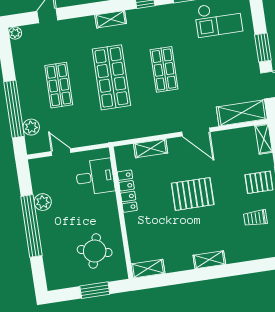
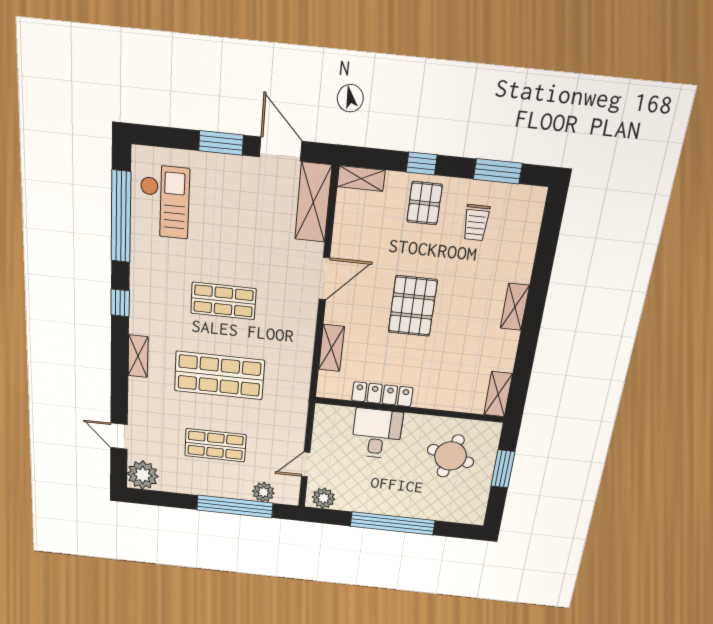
plant: (15, 33) -> (143, 475), width x1.88, depth x1.88
desk: (95, 177) -> (377, 434), moved
plant: (43, 202) -> (324, 498), moved

